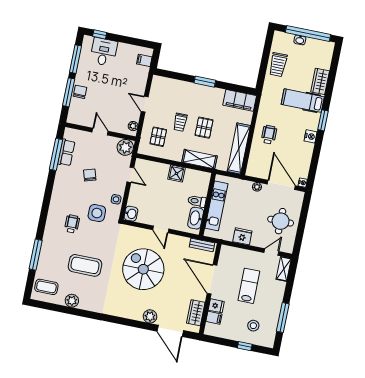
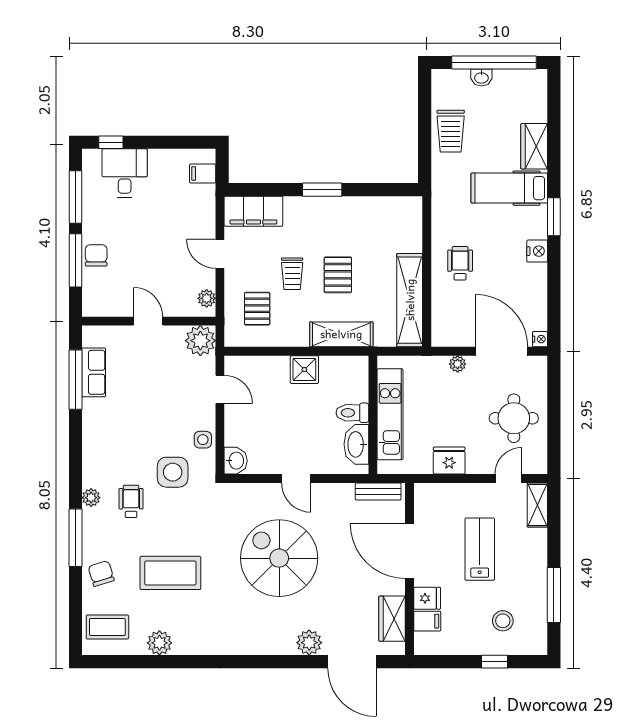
filing cabinet: (240, 100) -> (253, 211), moved
chair: (90, 175) -> (101, 573), moved
plant: (52, 218) -> (91, 498), added
window: (36, 255) -> (76, 538), moved

